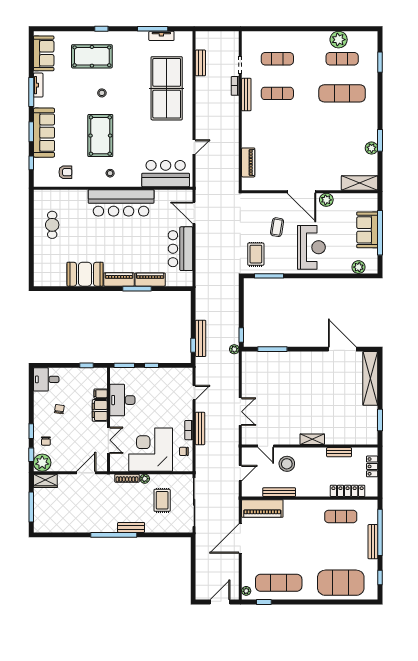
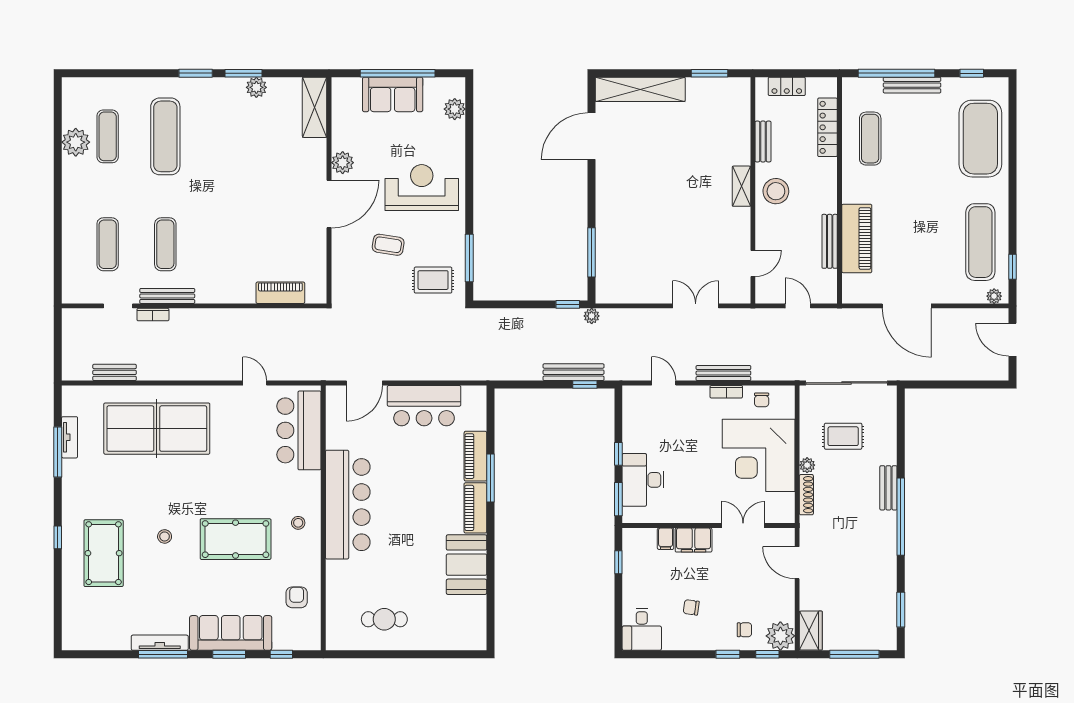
sofa: (44, 53) -> (99, 634), removed
window: (380, 62) -> (196, 73), moved
tv unit: (38, 85) -> (160, 643), width x1.41
desk: (122, 400) -> (643, 480), moved, turned 90
stool: (287, 464) -> (776, 191), moved
piano: (262, 508) -> (857, 238), moved
window: (58, 535) -> (901, 610), added

